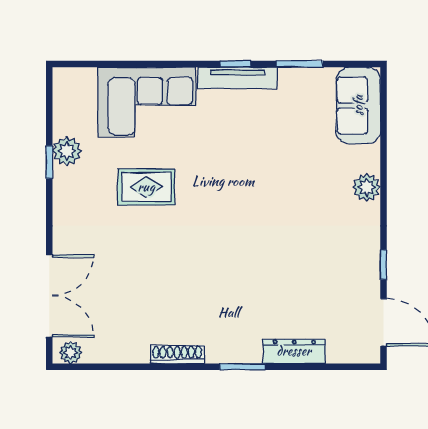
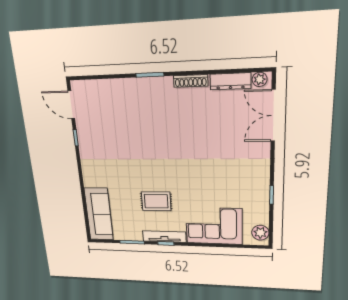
sofa: (358, 105) -> (99, 214), width x1.36
plant: (67, 151) -> (260, 233), moved
rug: (146, 187) -> (156, 201), moved
plant: (367, 187) -> (90, 179), removed
dresser: (294, 351) -> (230, 81), moved

